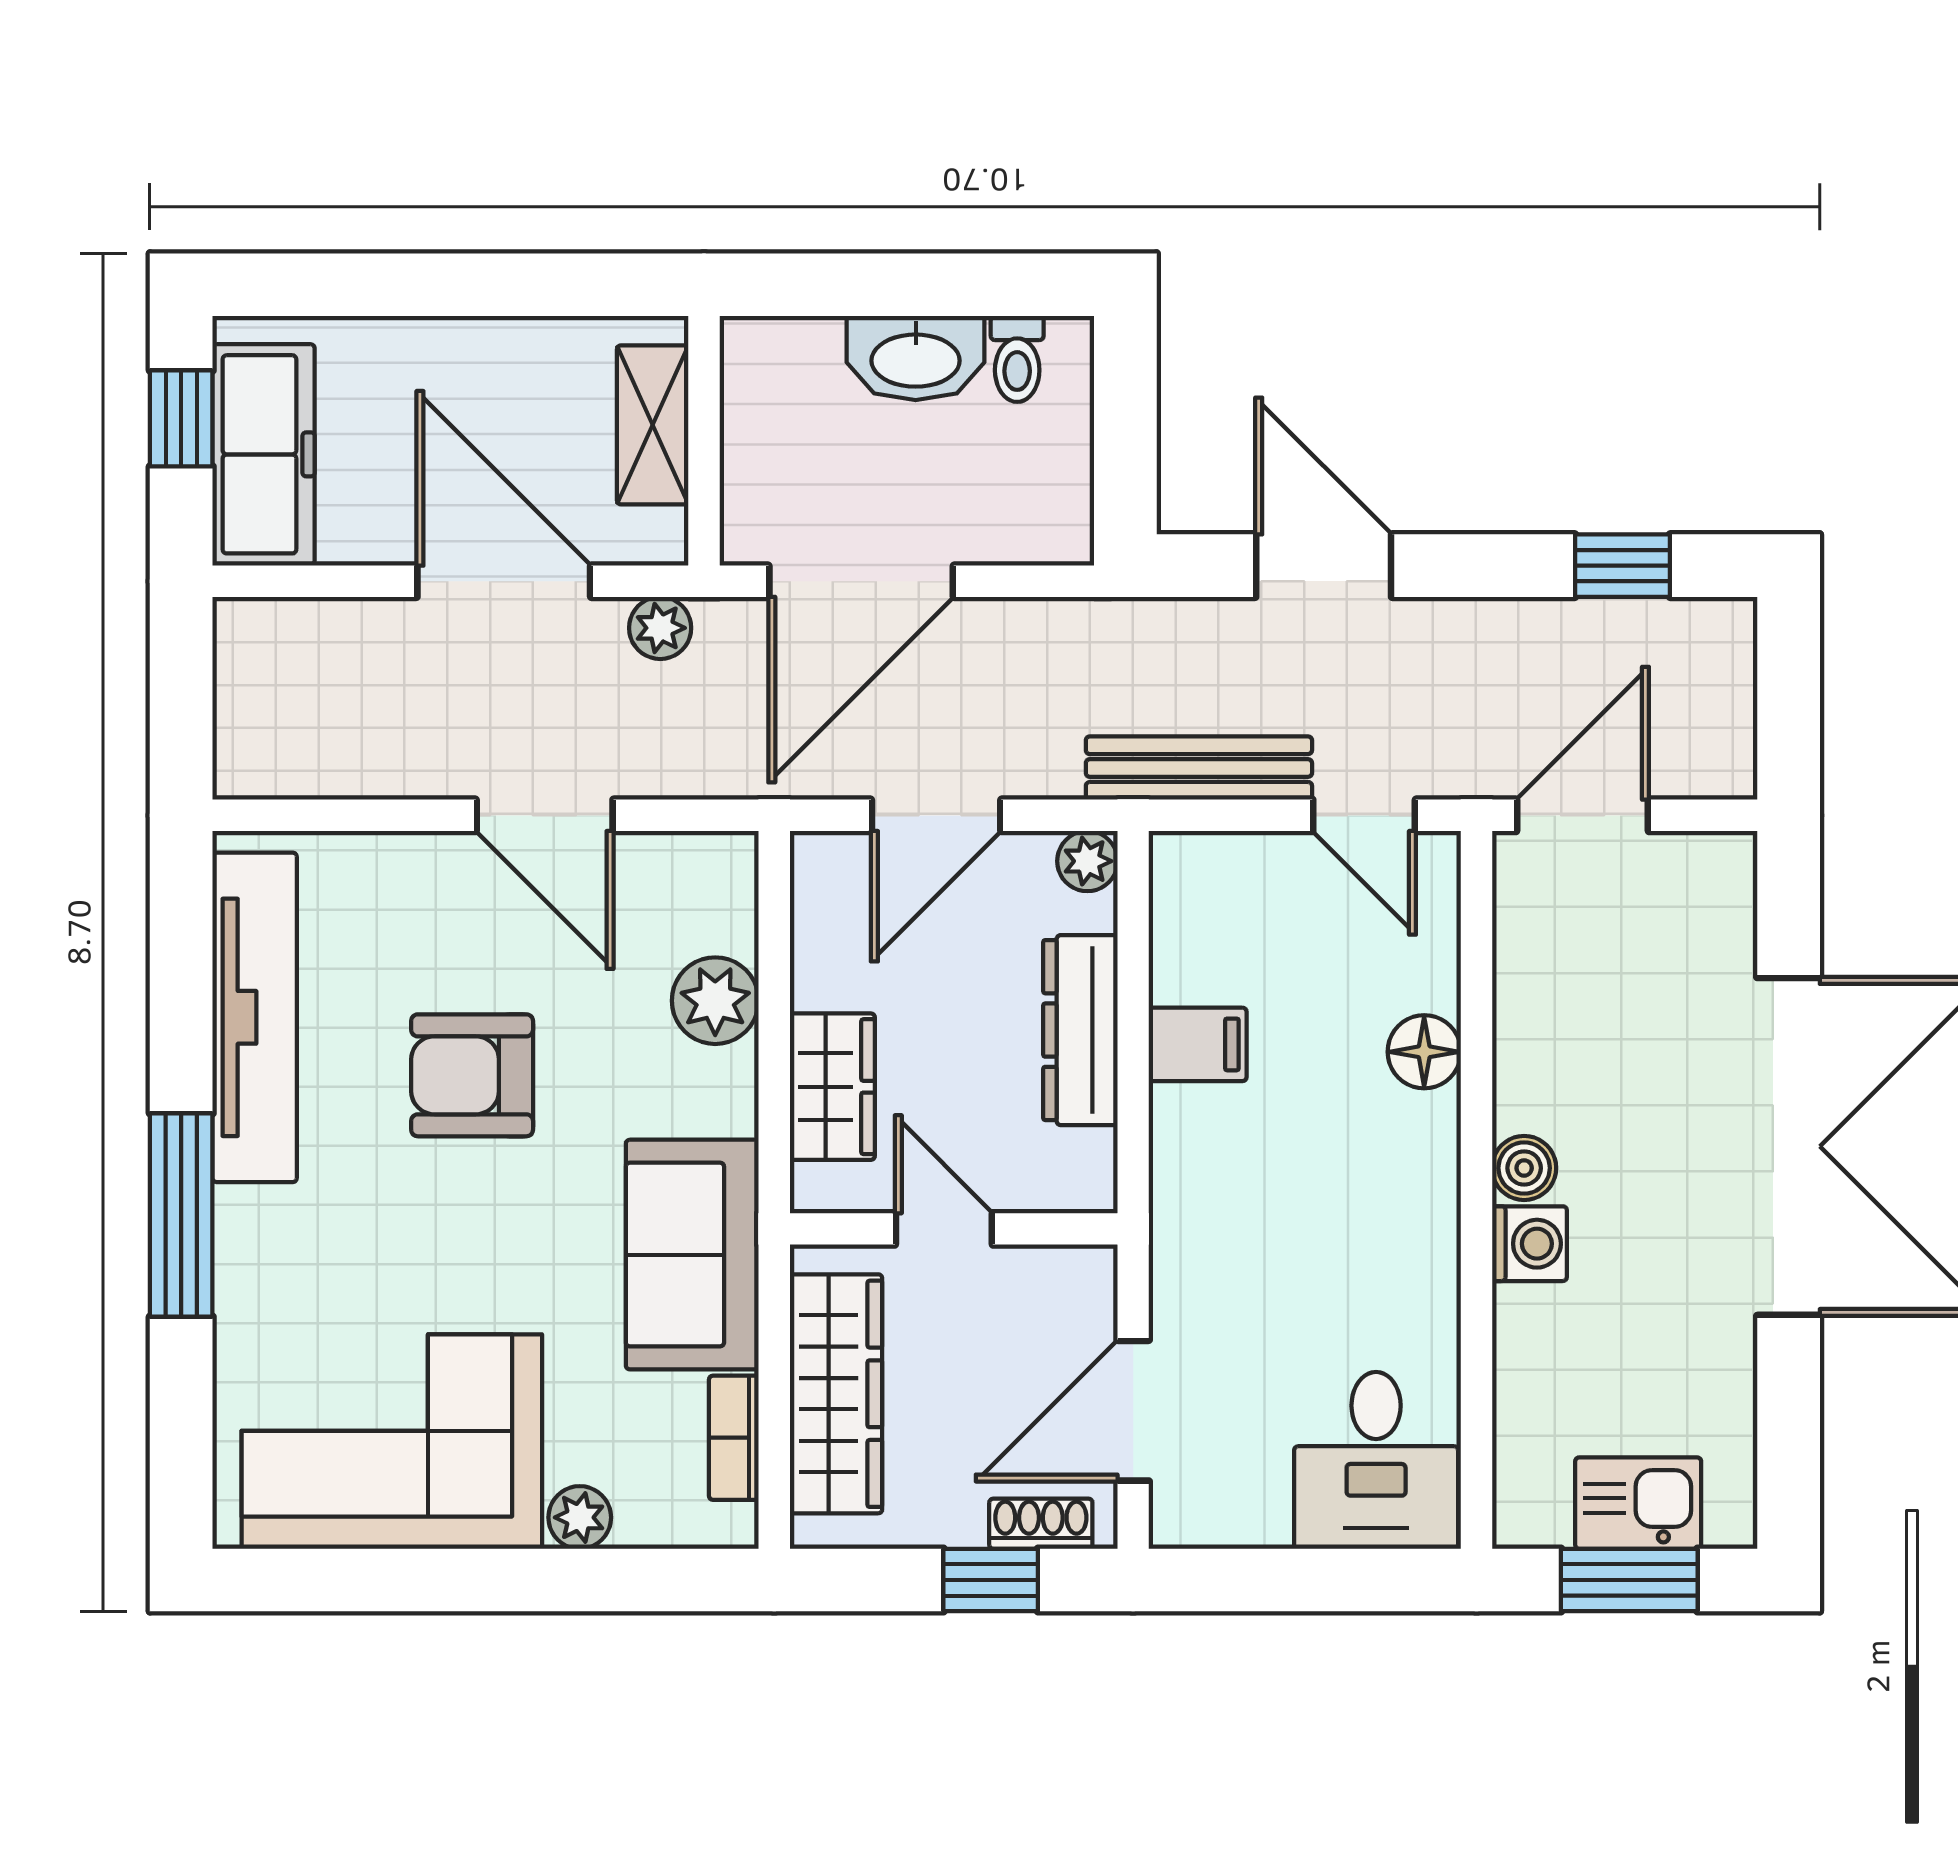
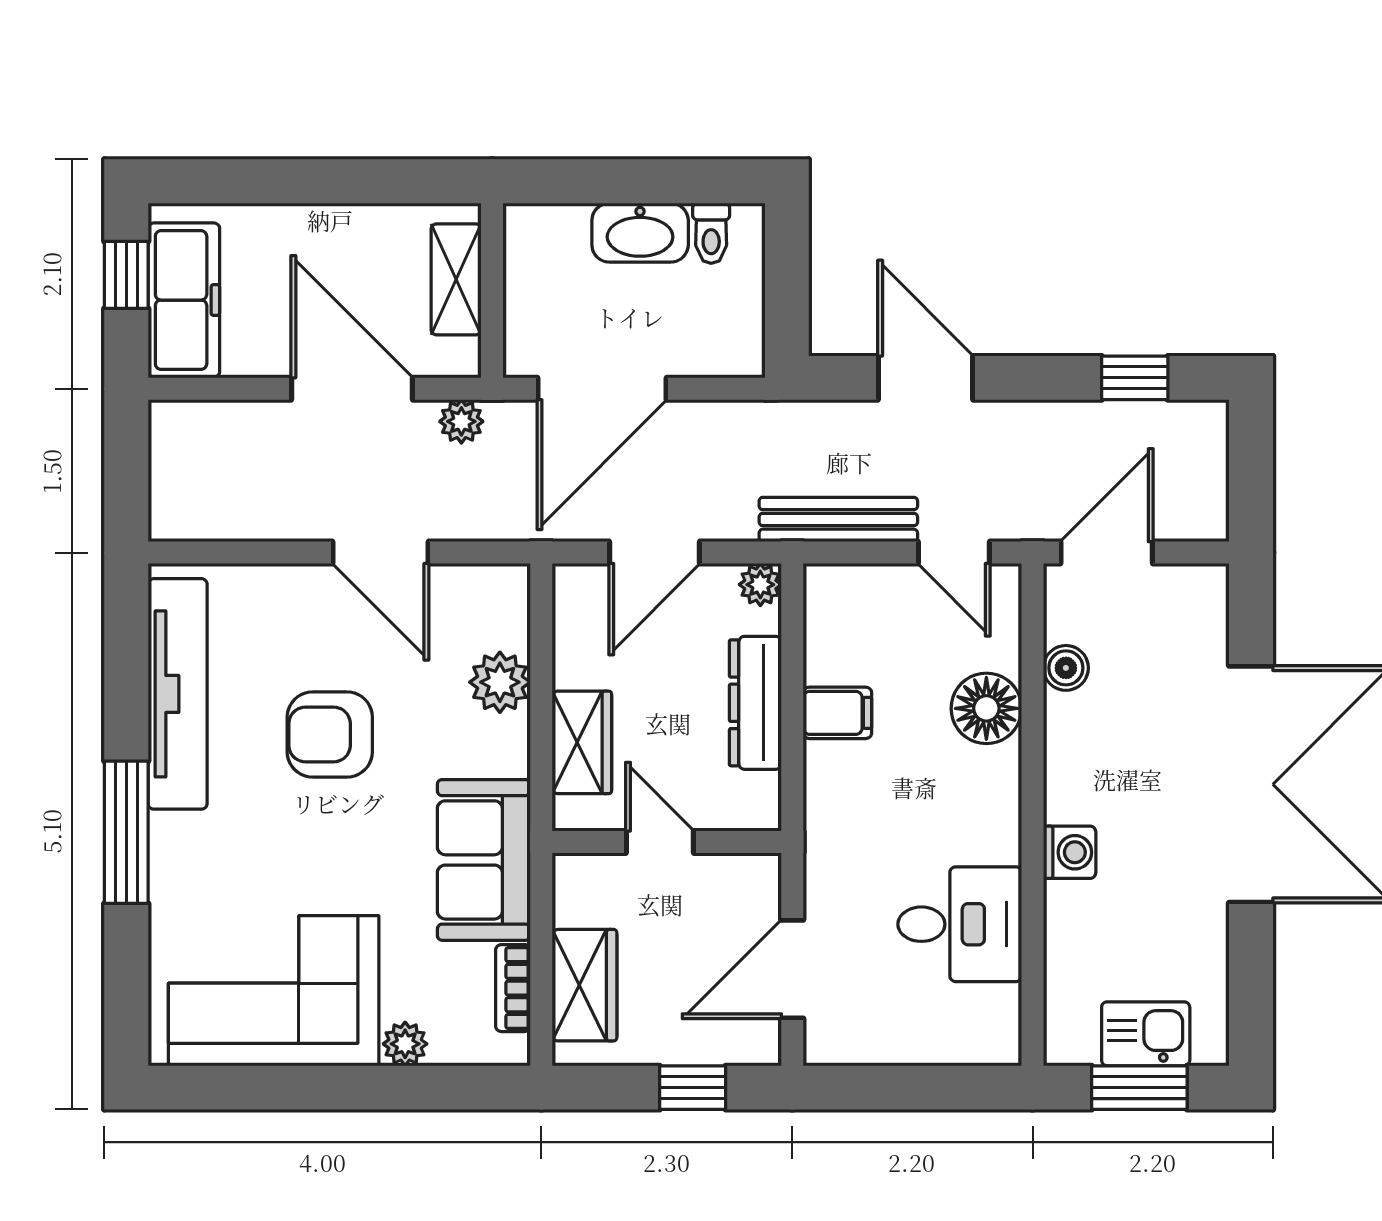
floor lamp: (1424, 1052) -> (986, 708), width x1.38, depth x1.38
boiler: (1524, 1168) -> (1066, 668), moved
wardrobe: (836, 1394) -> (584, 985), width x0.67
desk: (1376, 1460) -> (960, 924), moved, turned -90
shoe rack: (1041, 1524) -> (728, 1048), removed

